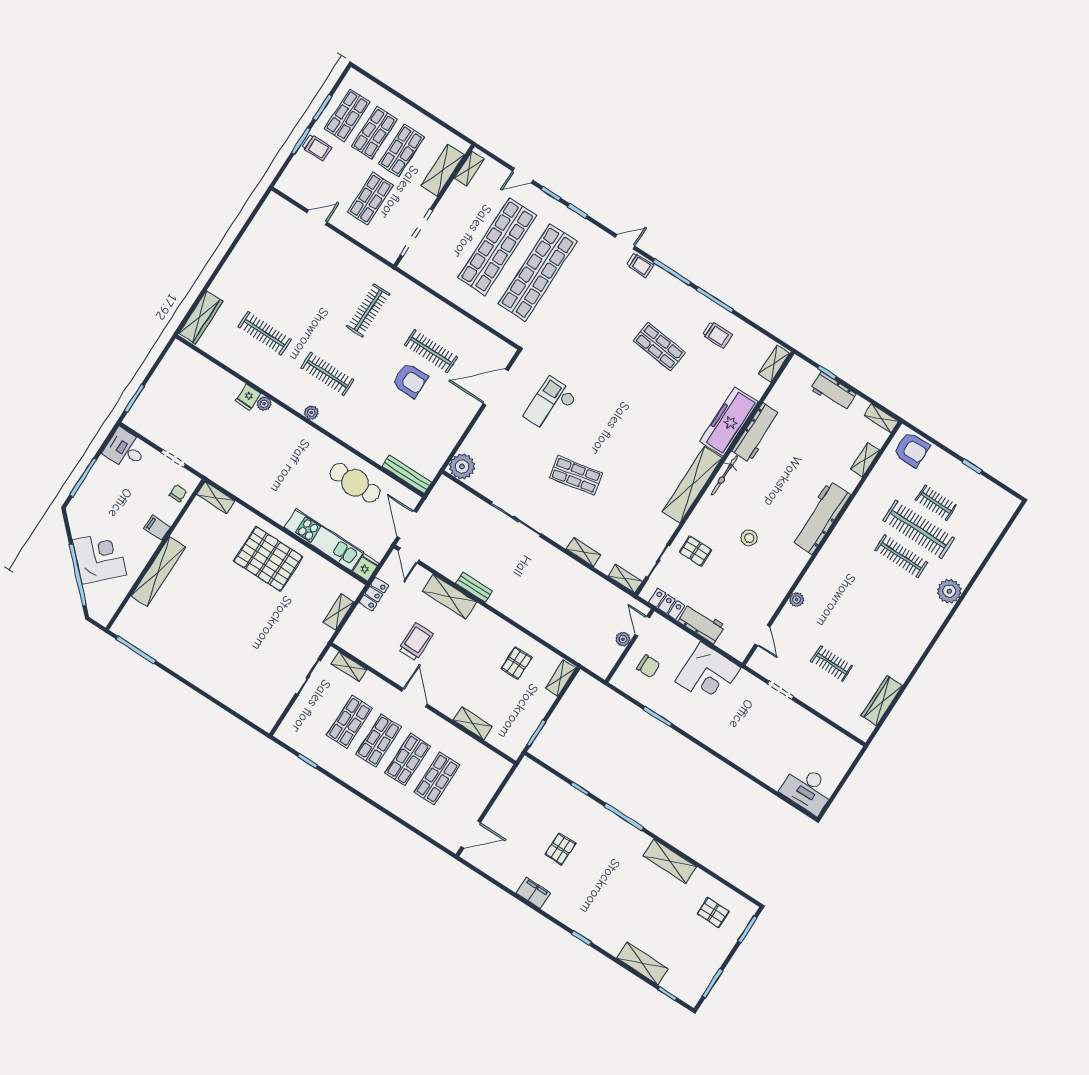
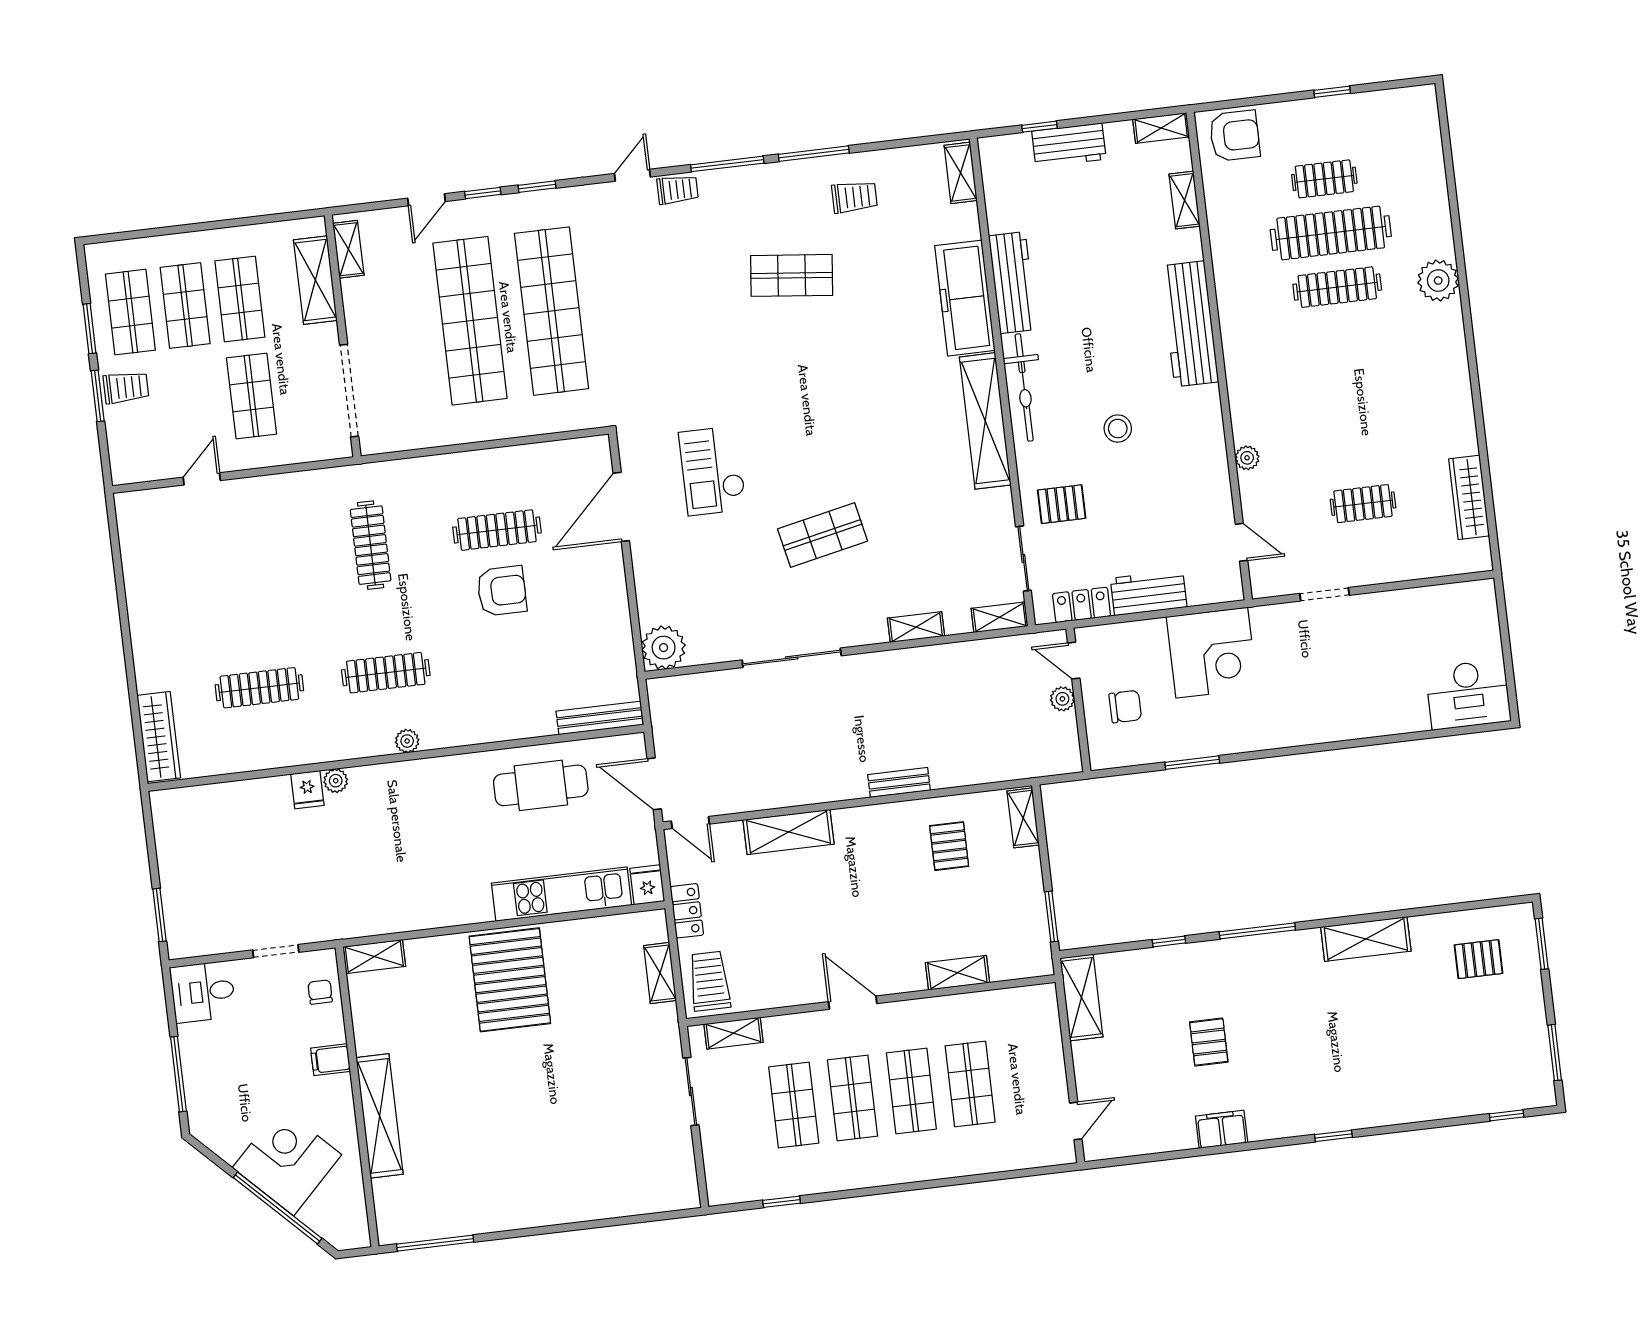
bicycle: (724, 476) -> (1024, 388), width x1.37, depth x1.40
pallet: (268, 559) -> (510, 980), turned 90
bench: (474, 587) -> (899, 782), moved
trolley: (416, 642) -> (709, 981), moved
door: (471, 835) -> (1076, 1121), width x0.73
shelving: (642, 963) -> (1081, 997), moved, turned 90

